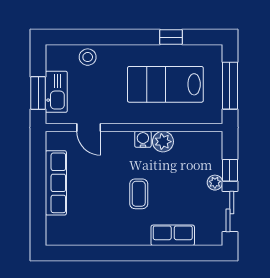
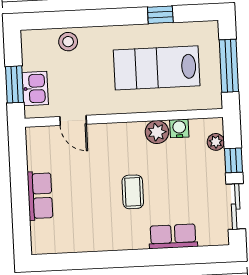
kitchen sink: (56, 92) -> (35, 89), width x0.73
water cooler: (143, 139) -> (179, 128), moved
row of seats: (56, 183) -> (40, 196), width x0.68
plant: (215, 183) -> (216, 142), moved

